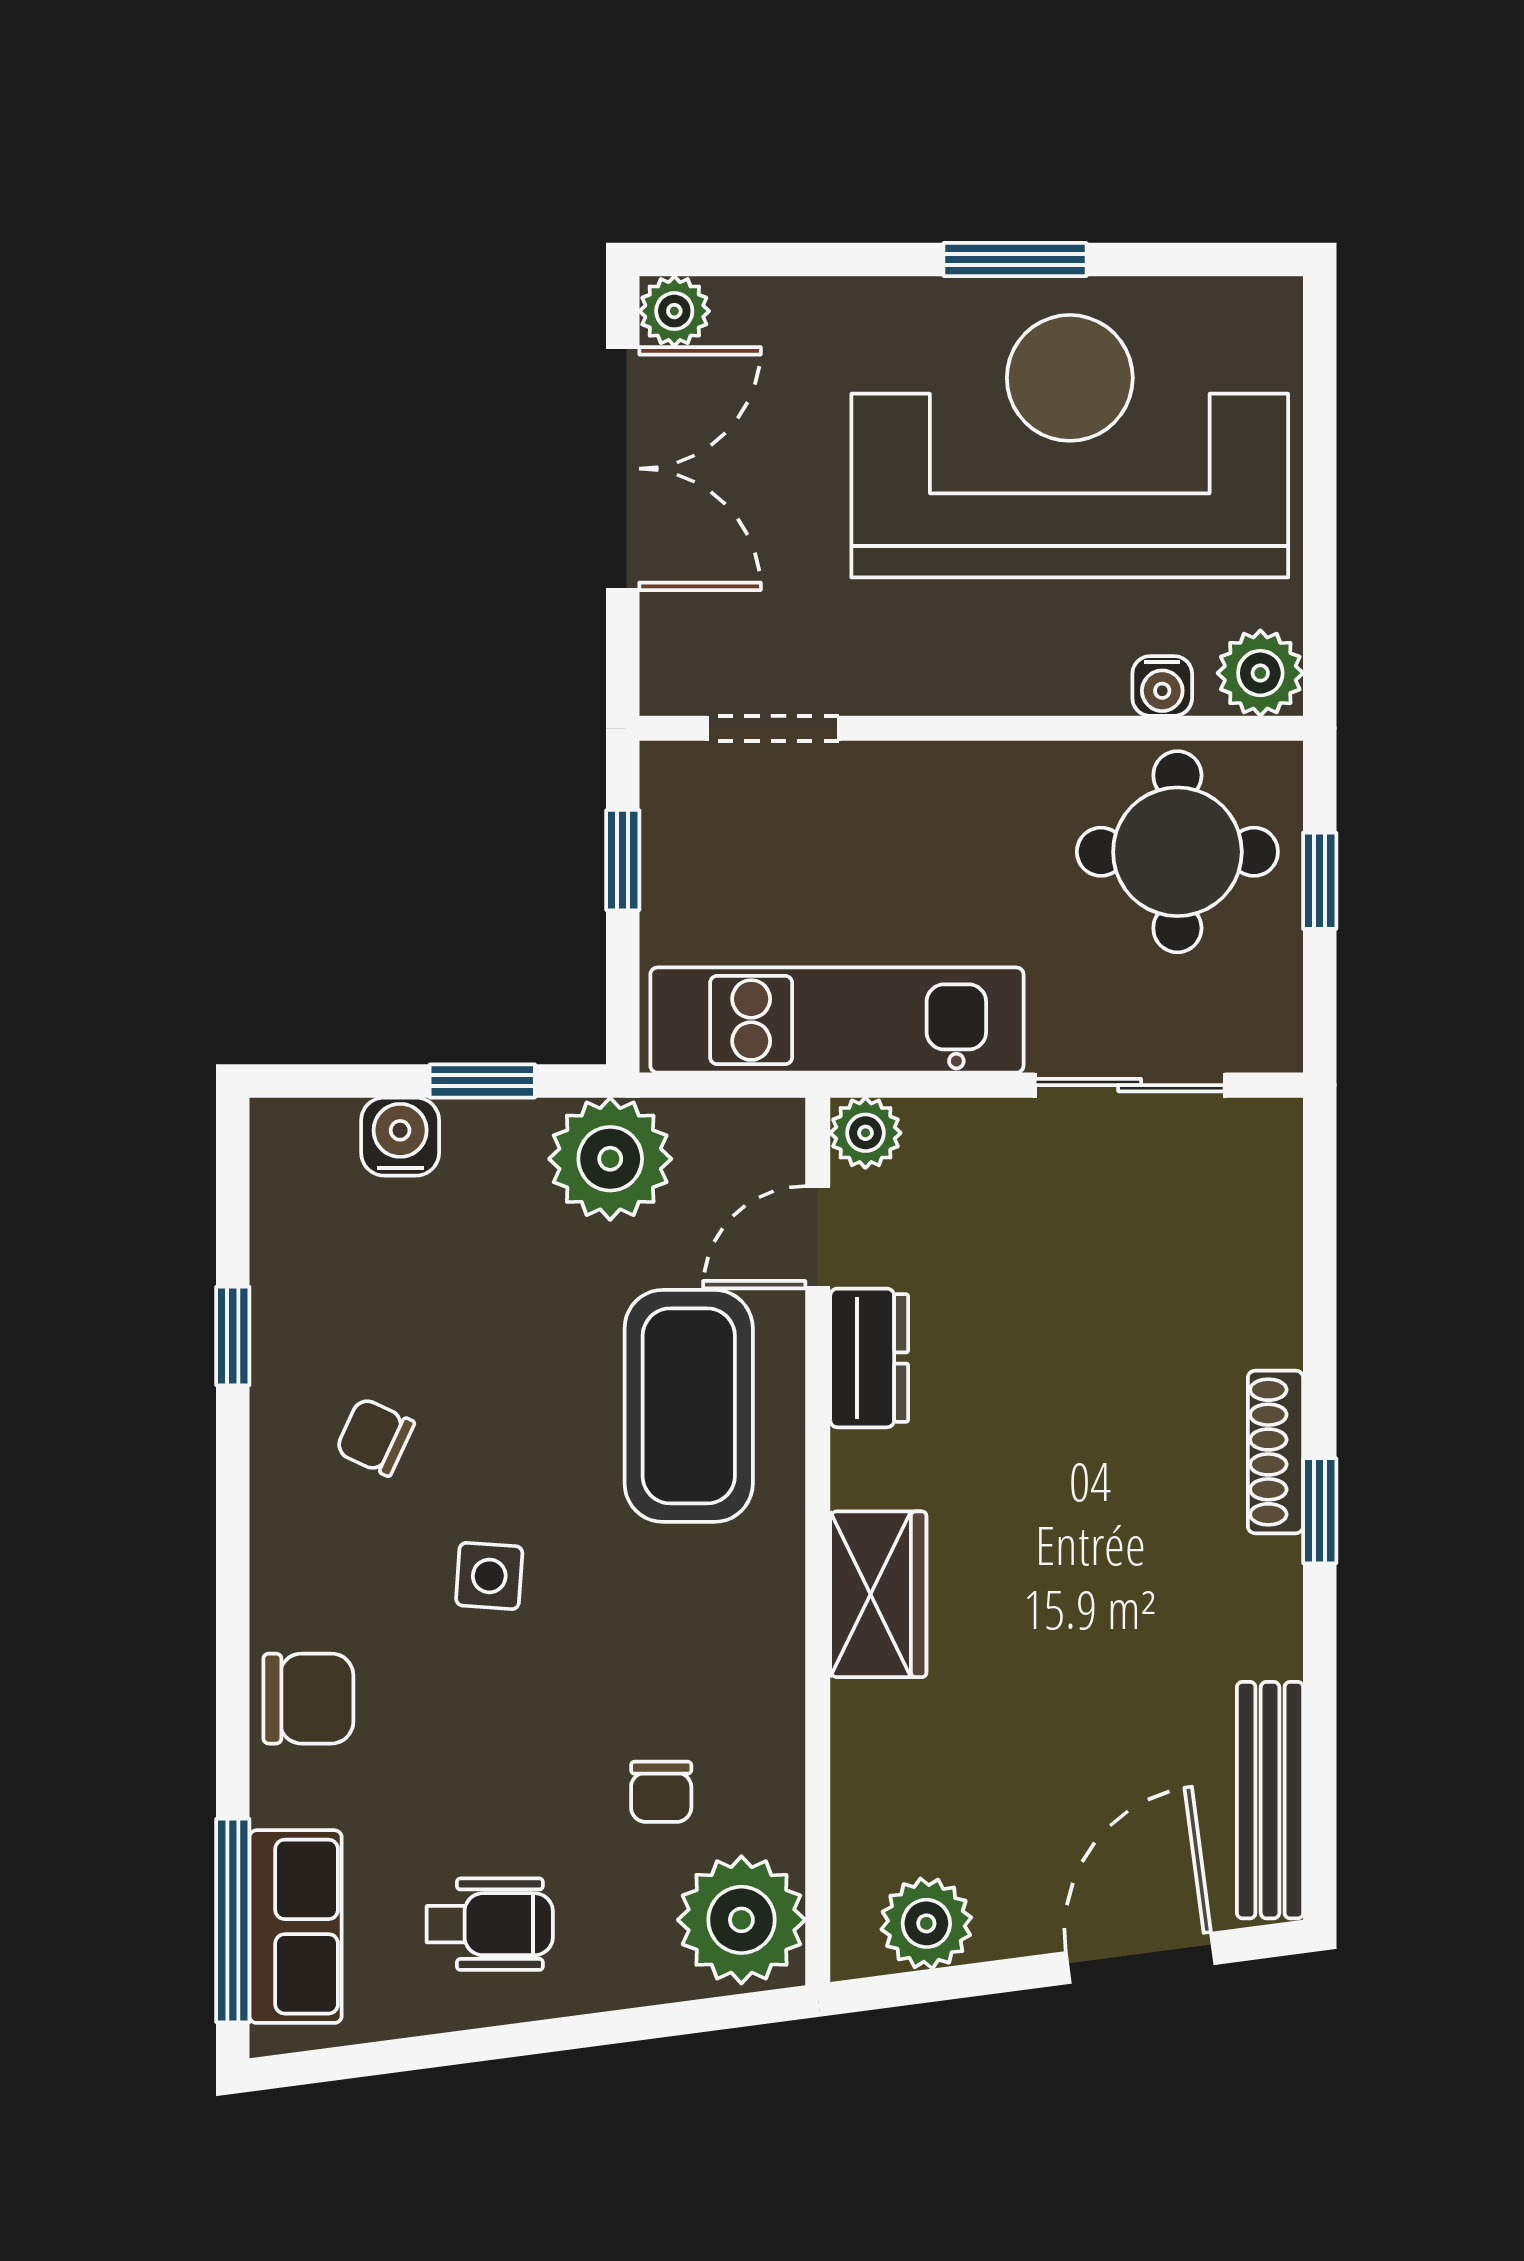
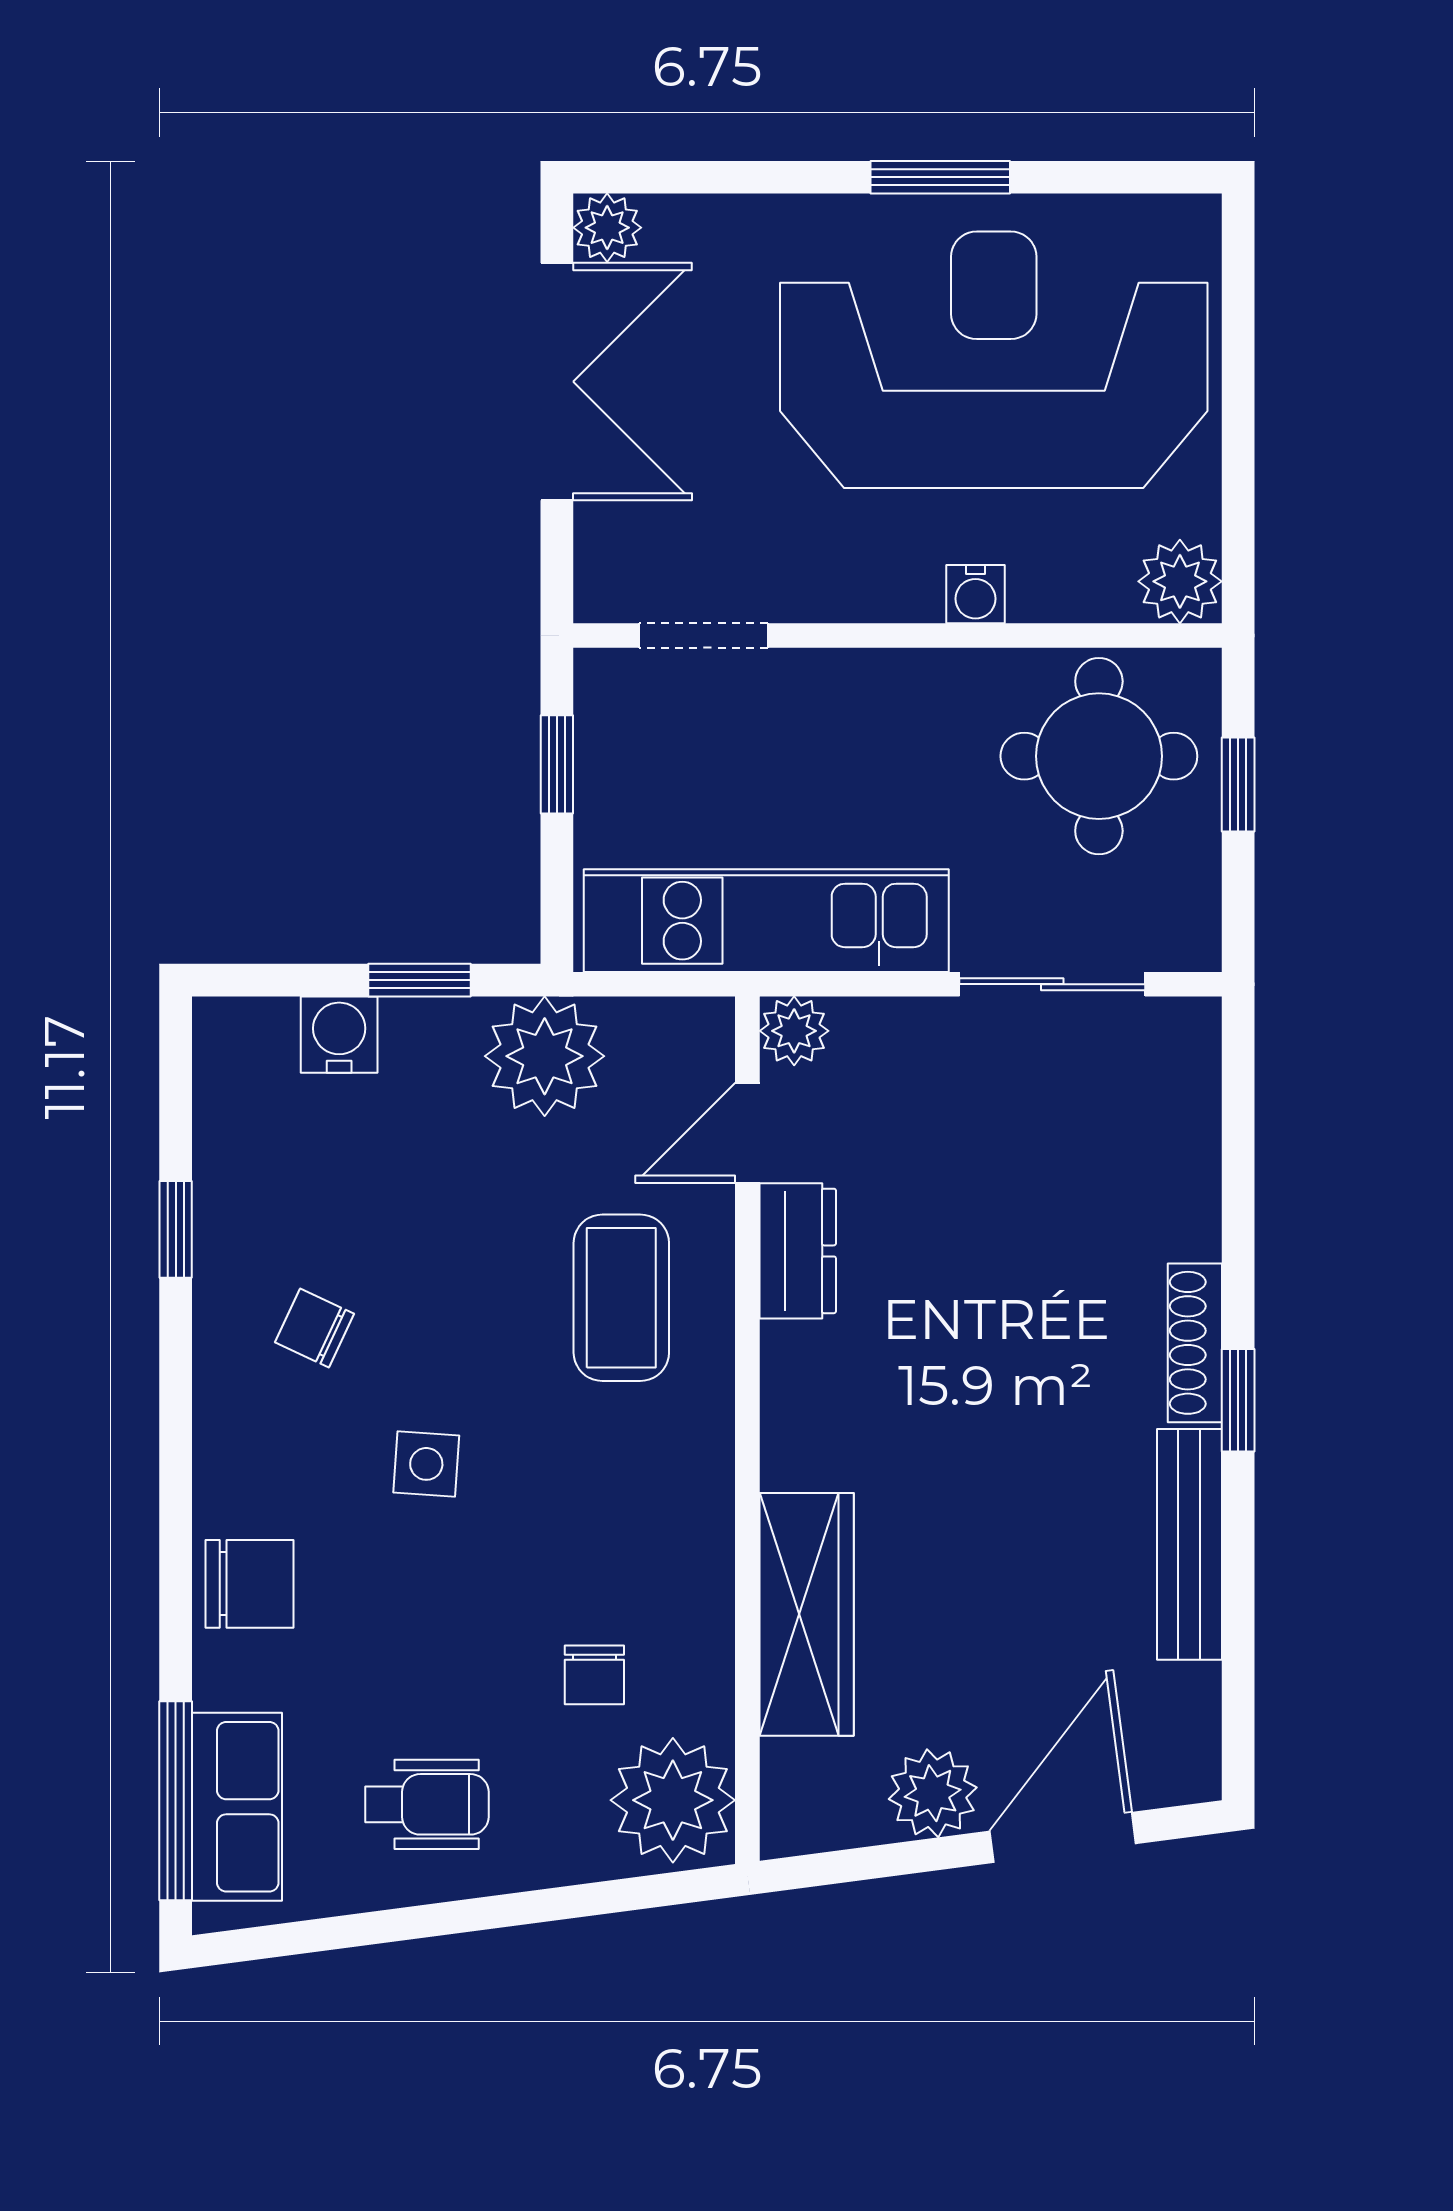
water cooler: (1162, 686) -> (976, 594), moved
coffee table: (689, 1406) -> (621, 1298), width x0.73, depth x0.76
wardrobe: (878, 1594) -> (807, 1614), moved, width x1.50
bench: (1270, 1800) -> (1189, 1544), moved
plant: (926, 1923) -> (933, 1793), moved

